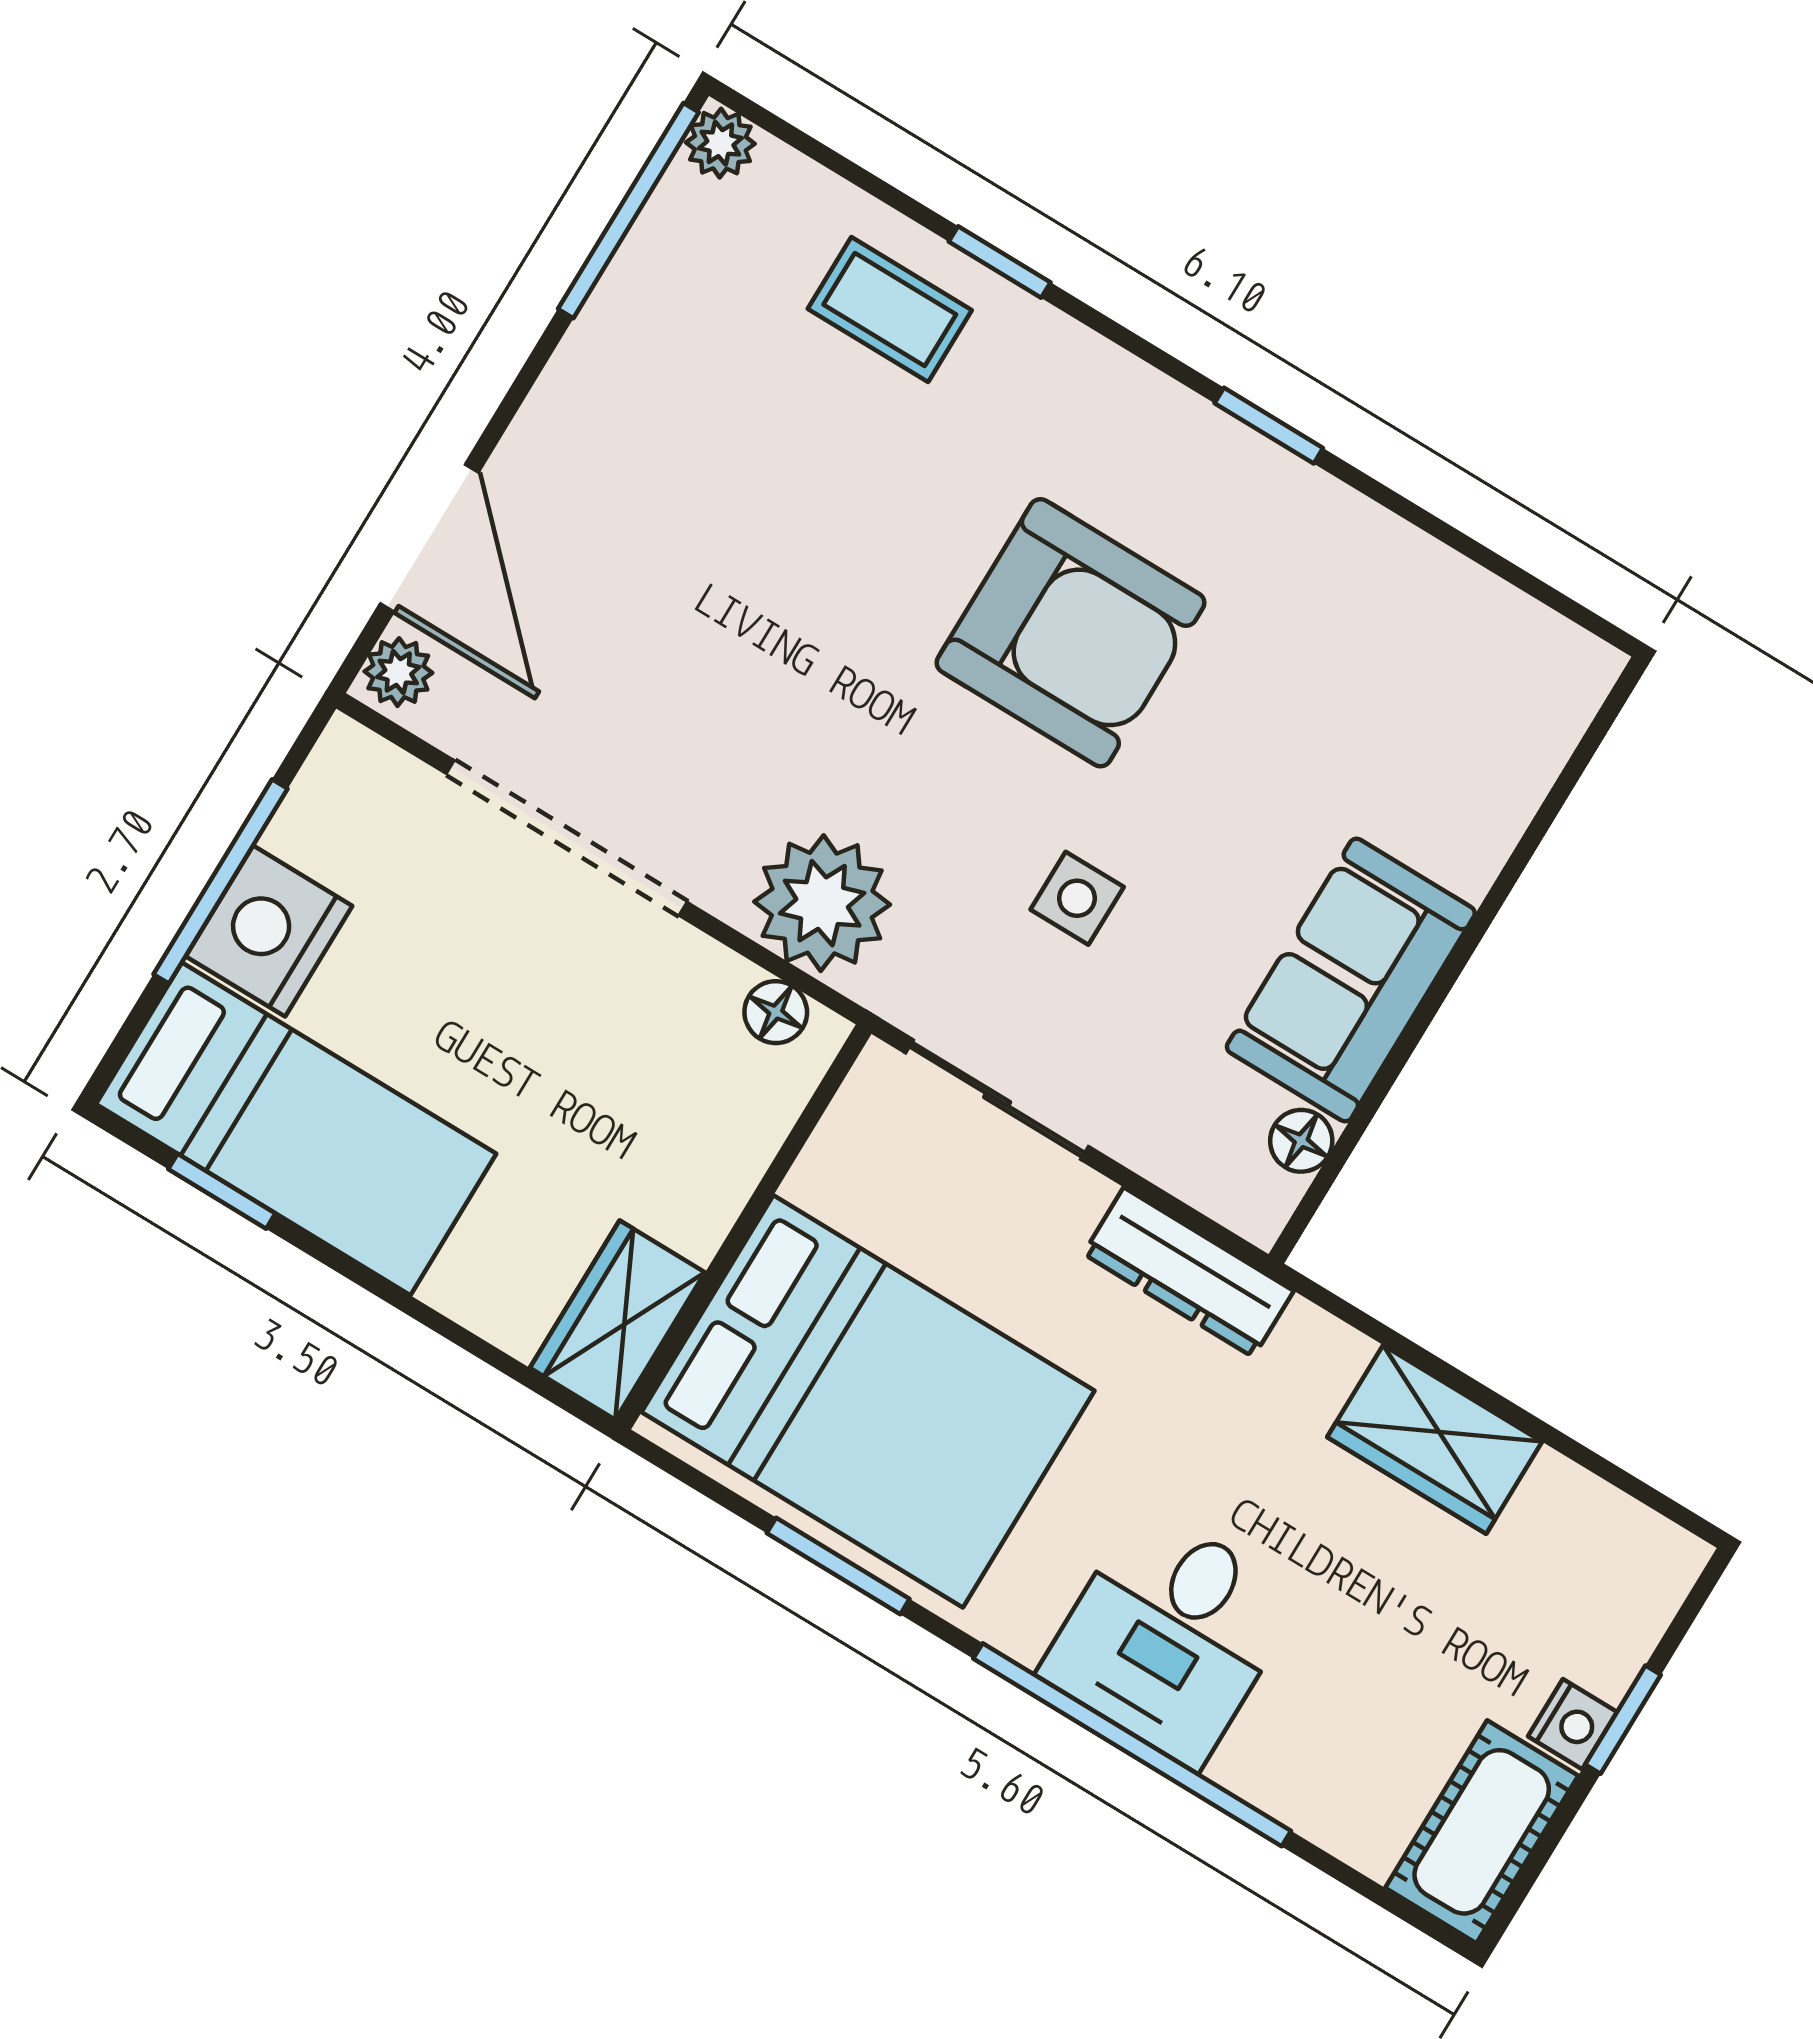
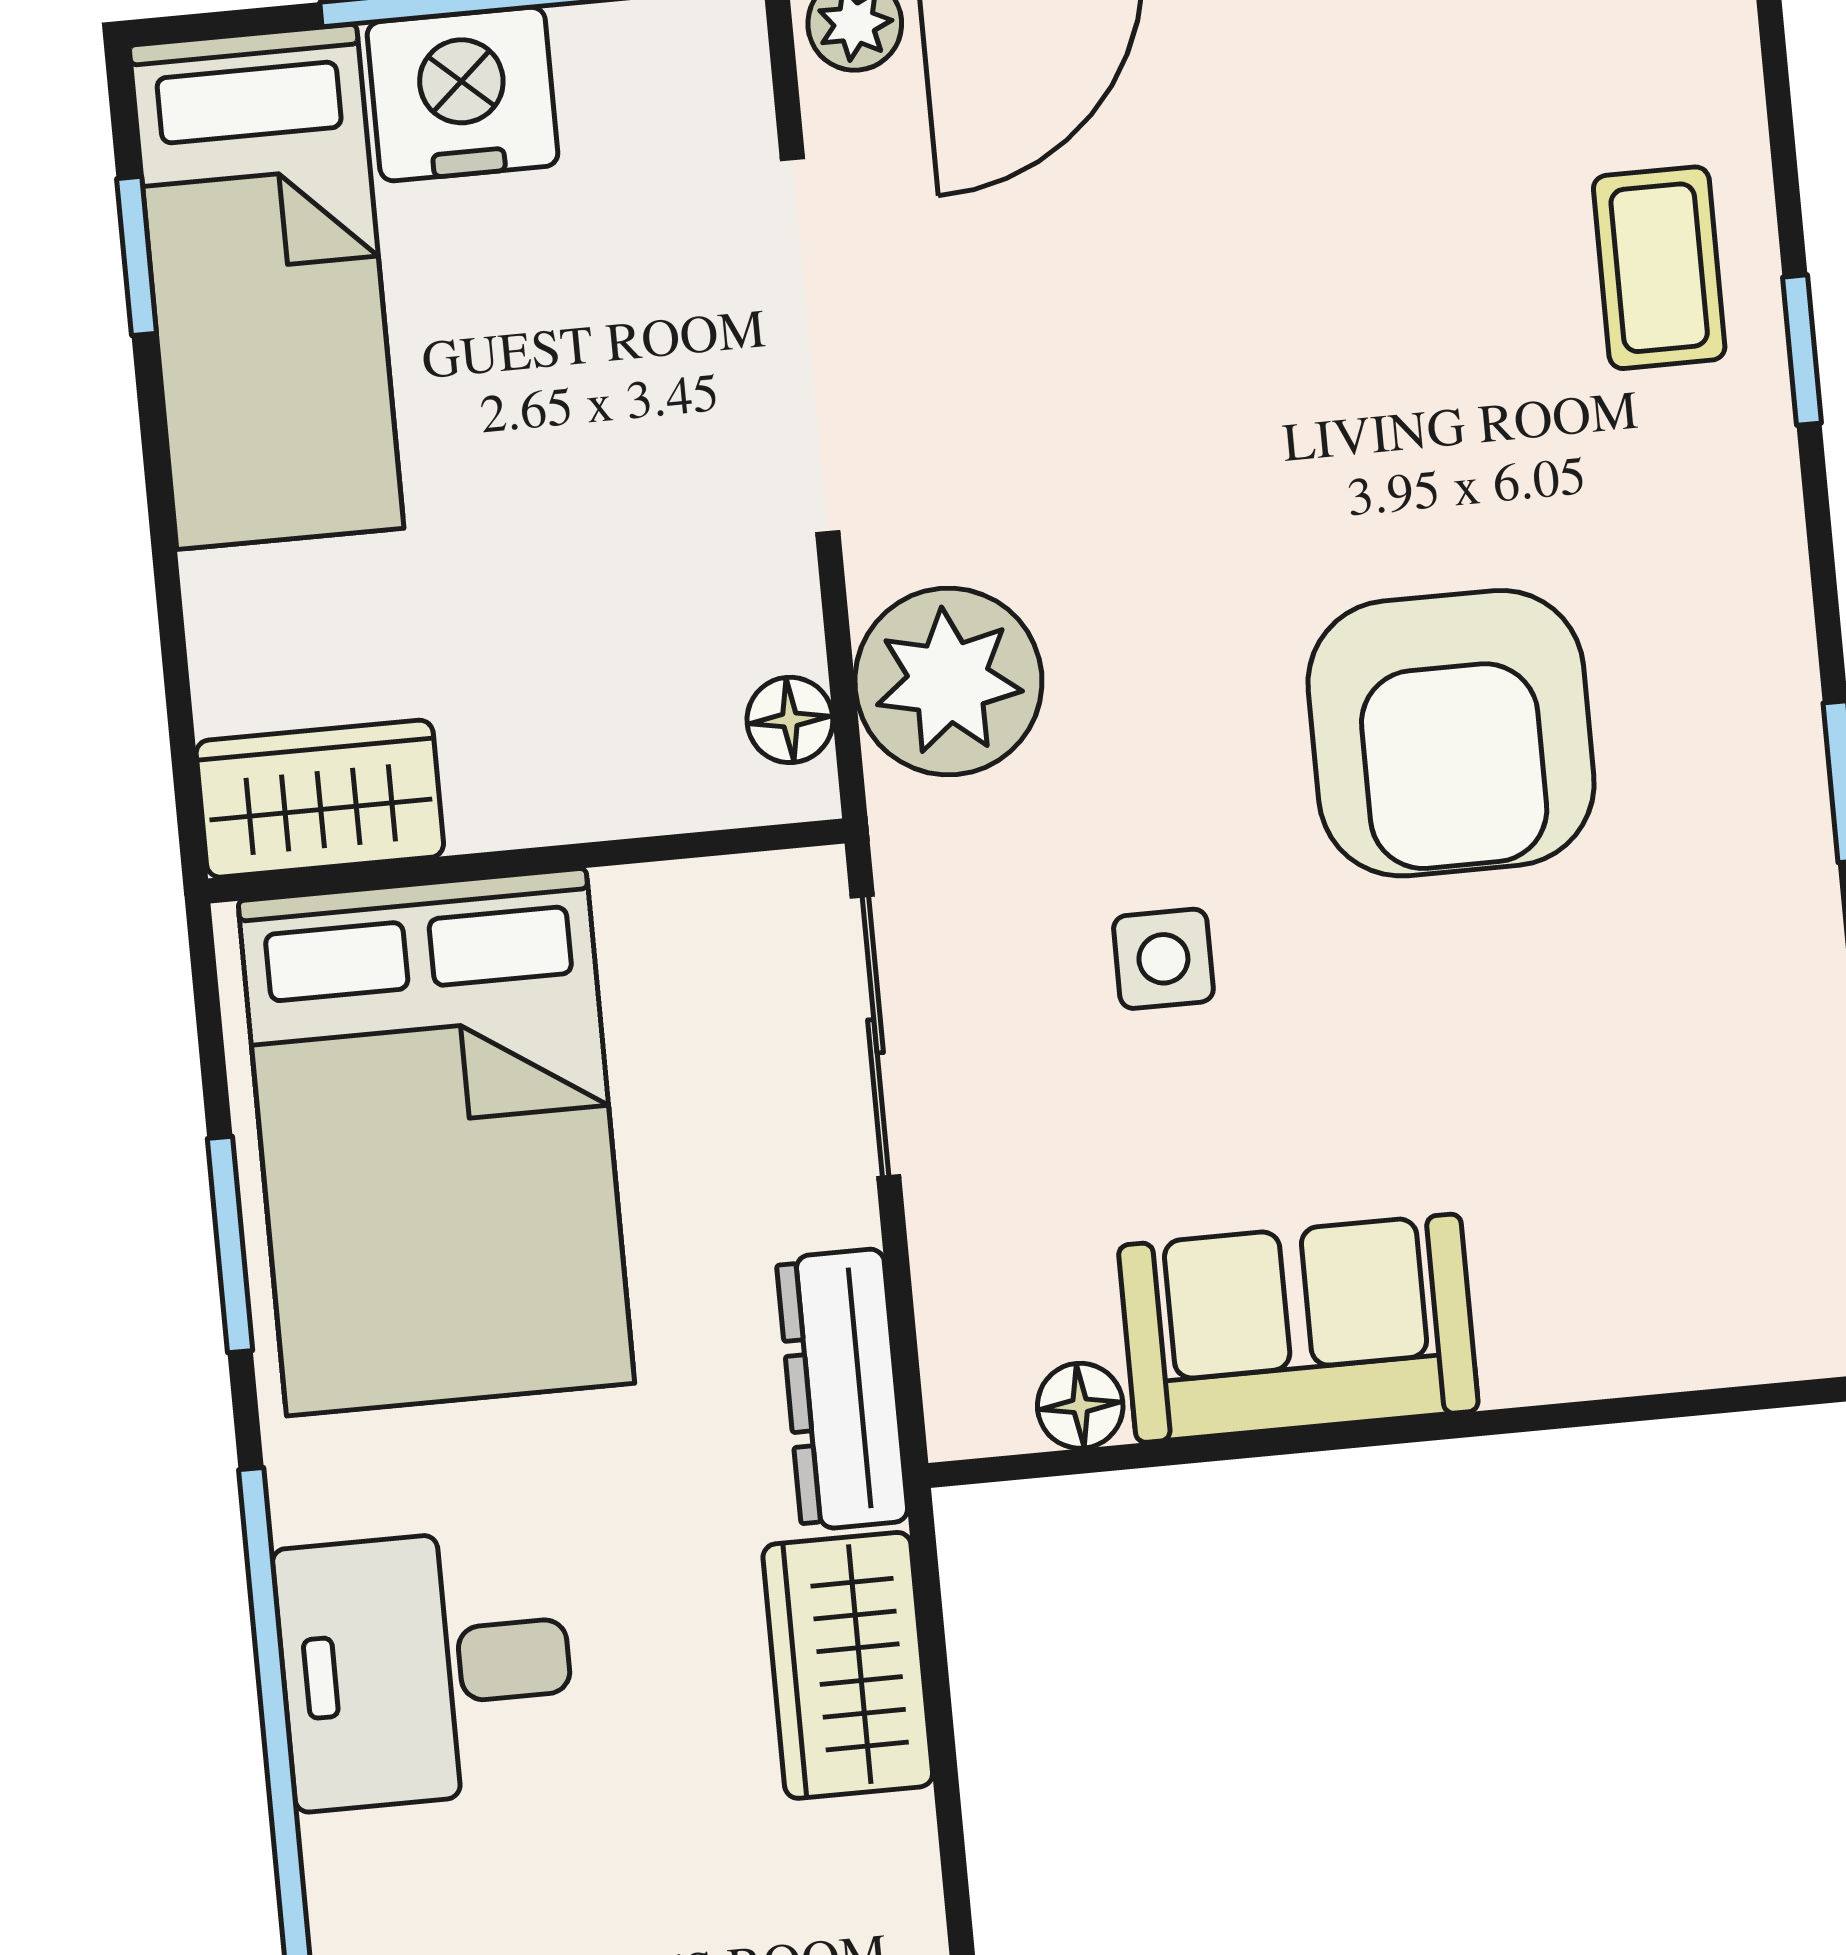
wardrobe: (1435, 1439) -> (848, 1665), moved

